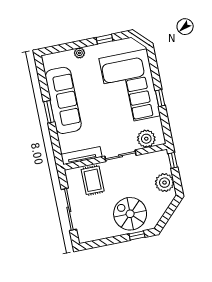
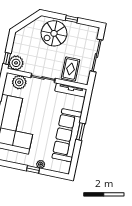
window: (105, 39) -> (33, 169), moved
plant: (165, 183) -> (16, 63), moved
spiral stairs: (130, 214) -> (54, 33), turned 90
window: (137, 235) -> (71, 19), moved

